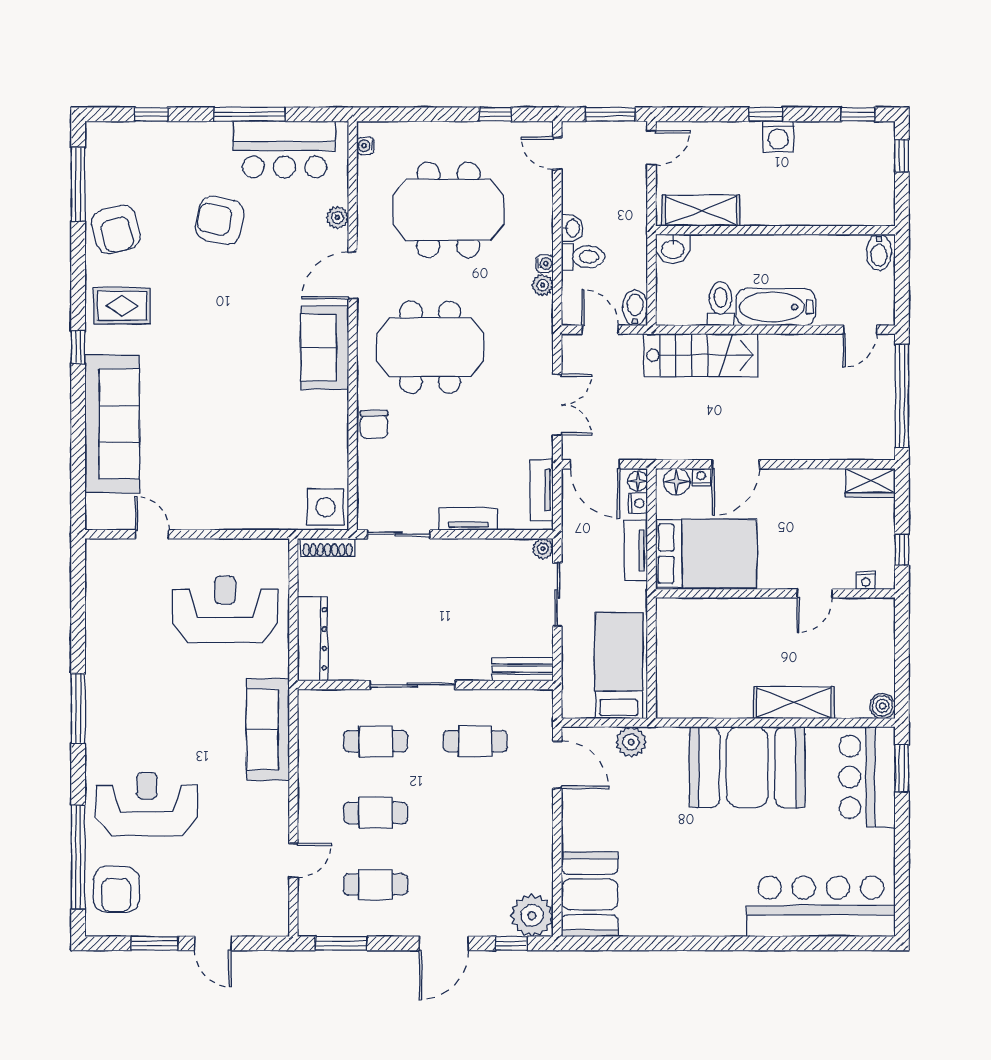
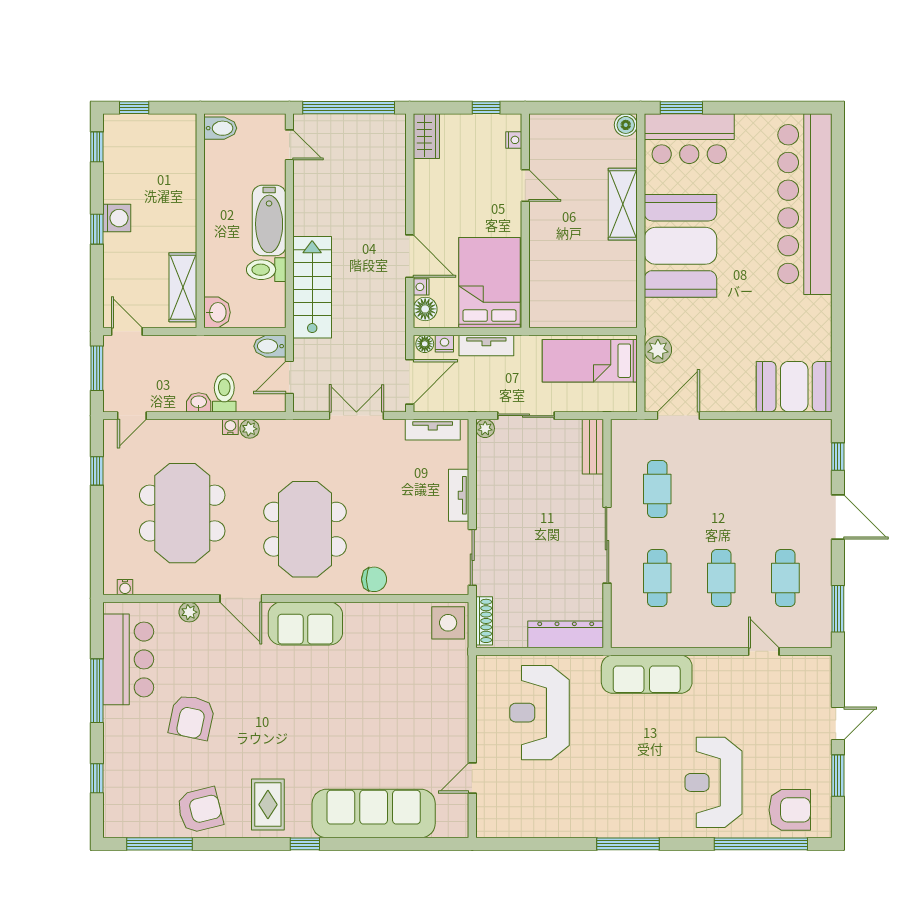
bar counter: (821, 906) -> (805, 204), width x1.36
plant: (532, 915) -> (813, 438), removed

